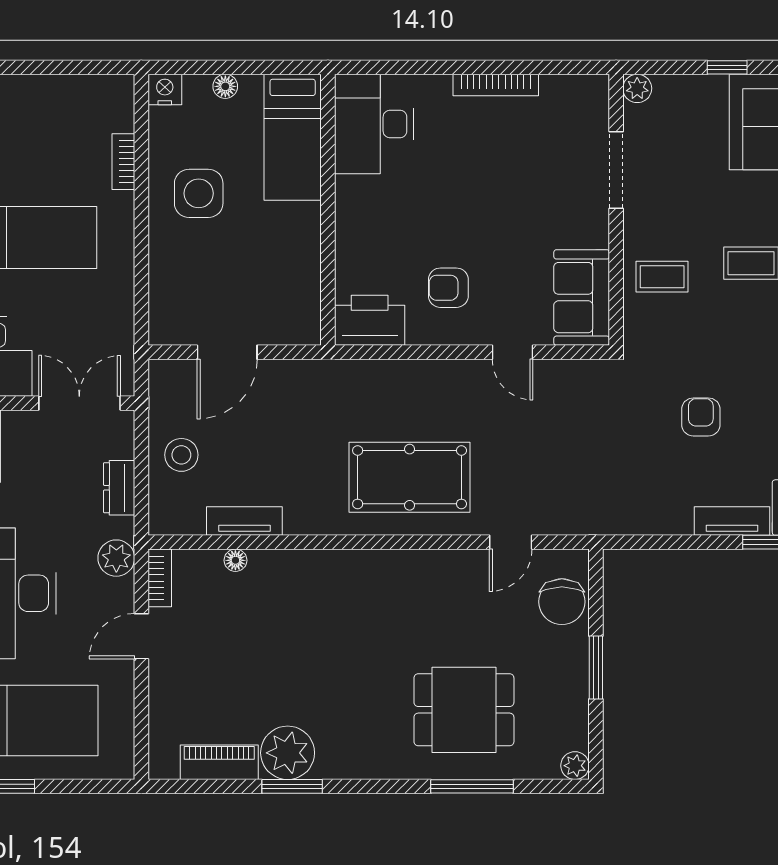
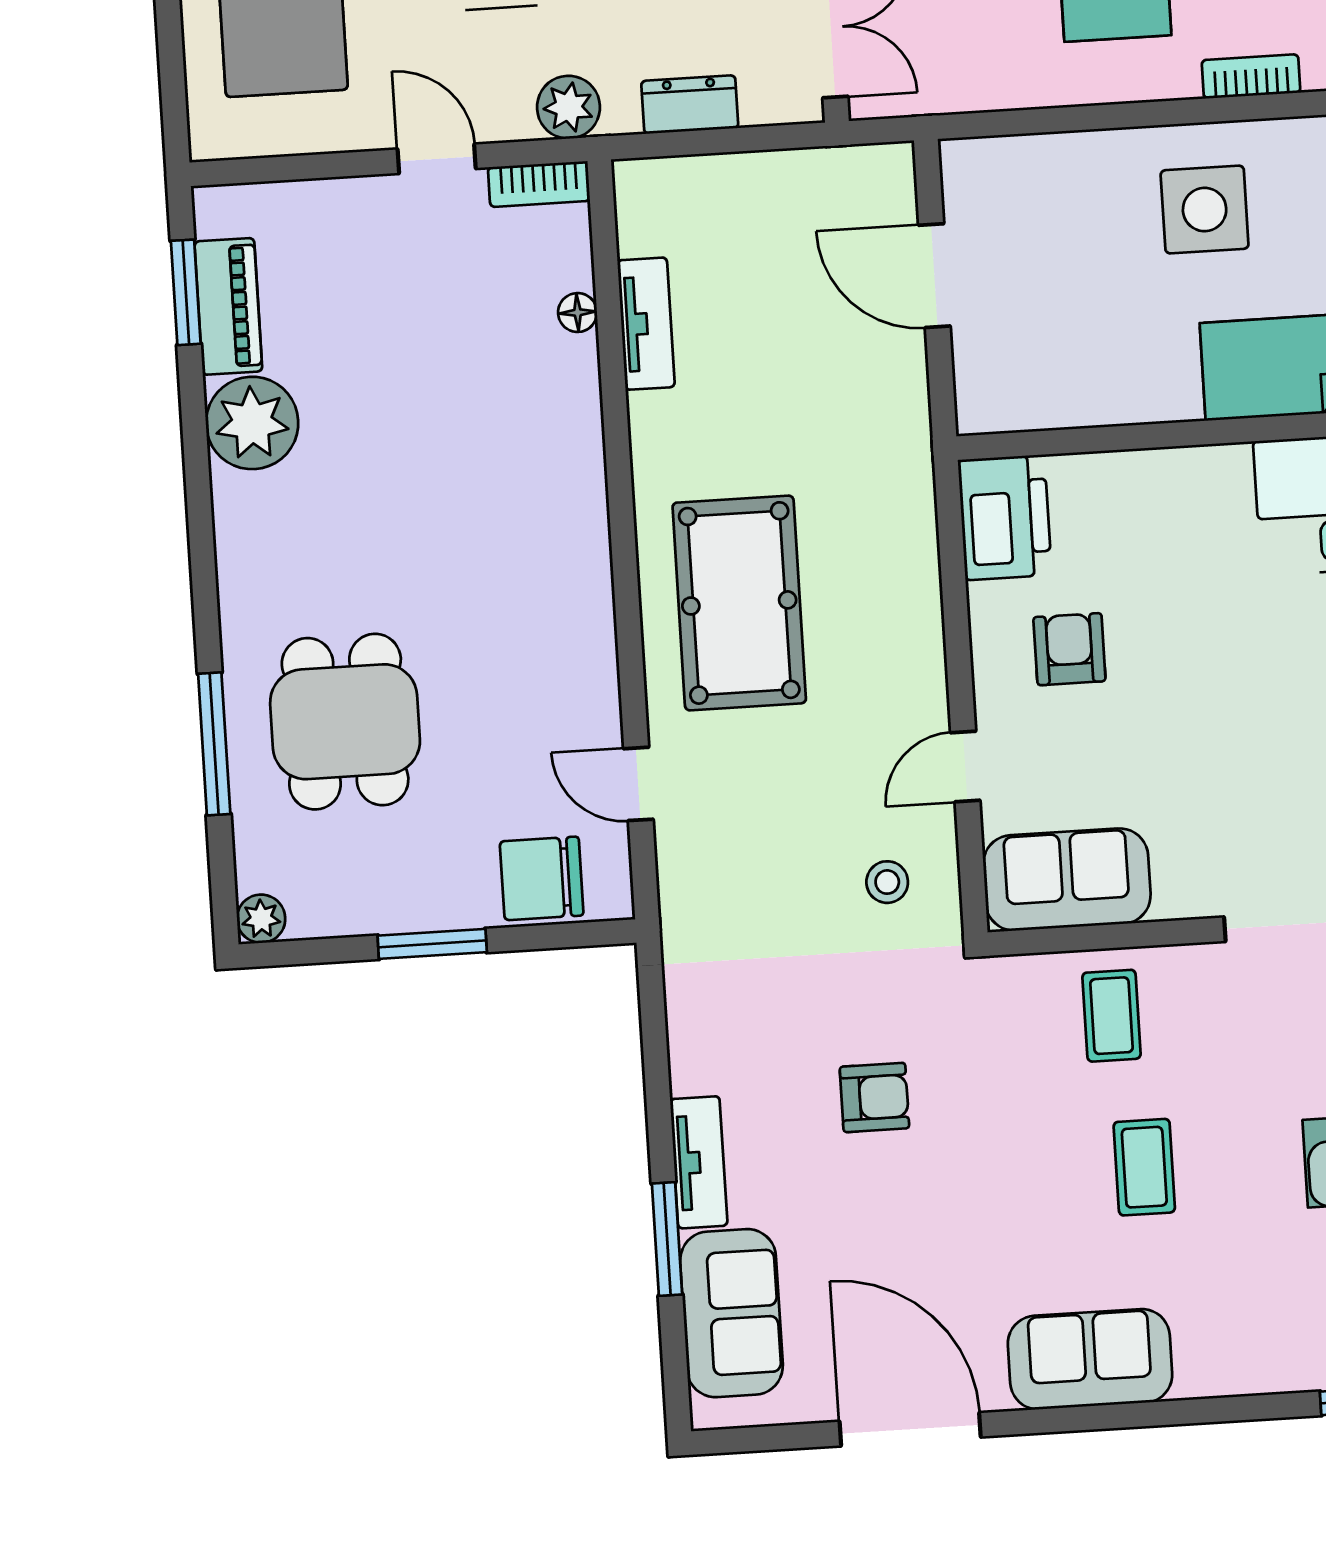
stool: (181, 455) -> (887, 882), moved, width x0.73, depth x0.73
window: (292, 786) -> (186, 292), moved

